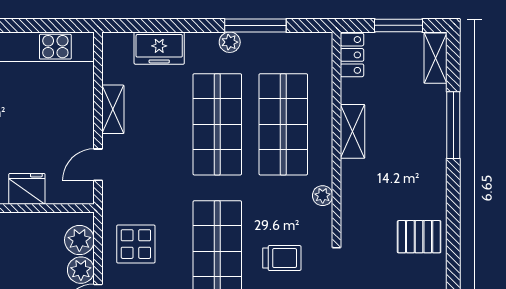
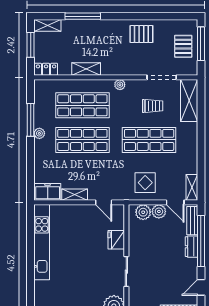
freezer: (159, 48) -> (48, 192), moved, turned -90
pallet: (419, 237) -> (141, 34), turned 90
trolley: (282, 258) -> (153, 106), turned 90

